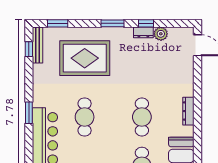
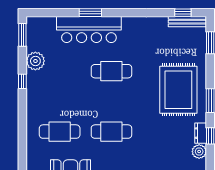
rug: (85, 58) -> (178, 90), moved
window: (29, 113) -> (90, 13), moved

